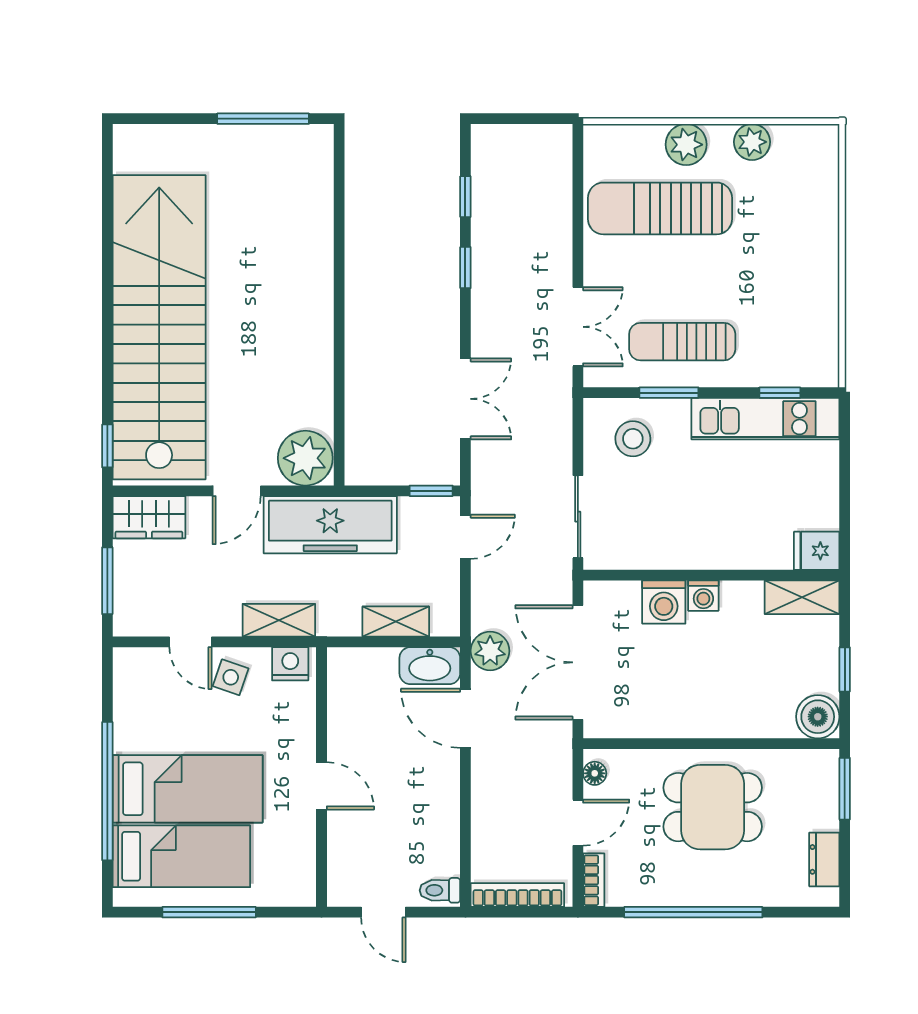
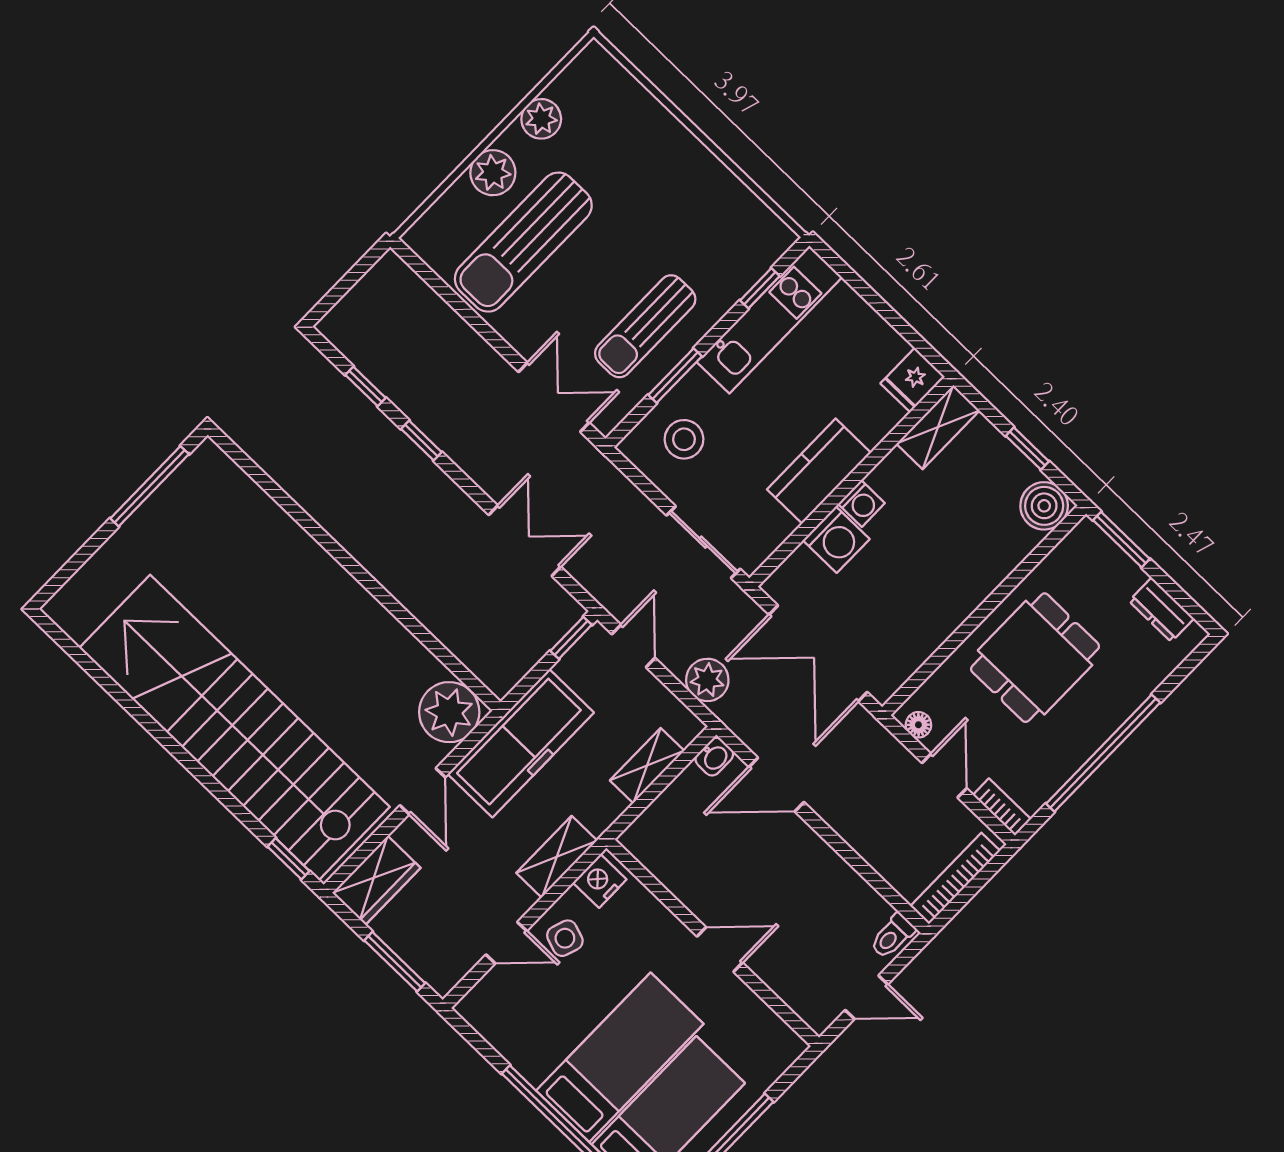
kitchen counter: (698, 547) -> (819, 471), added
plant: (490, 651) -> (707, 680), moved
washbasin: (430, 666) -> (714, 757), width x0.52, depth x0.69

